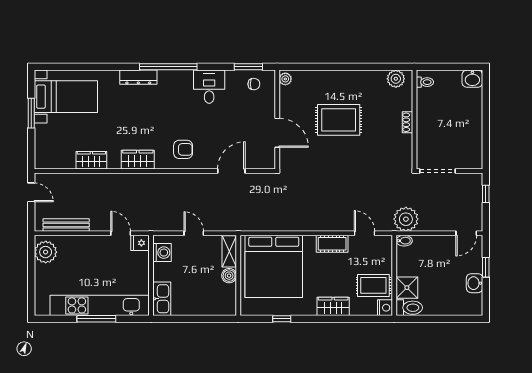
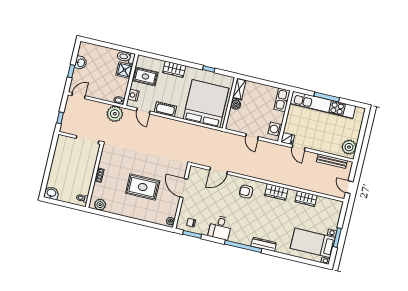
shelving: (229, 251) -> (239, 89), moved
nightstand: (385, 308) -> (133, 95), moved

